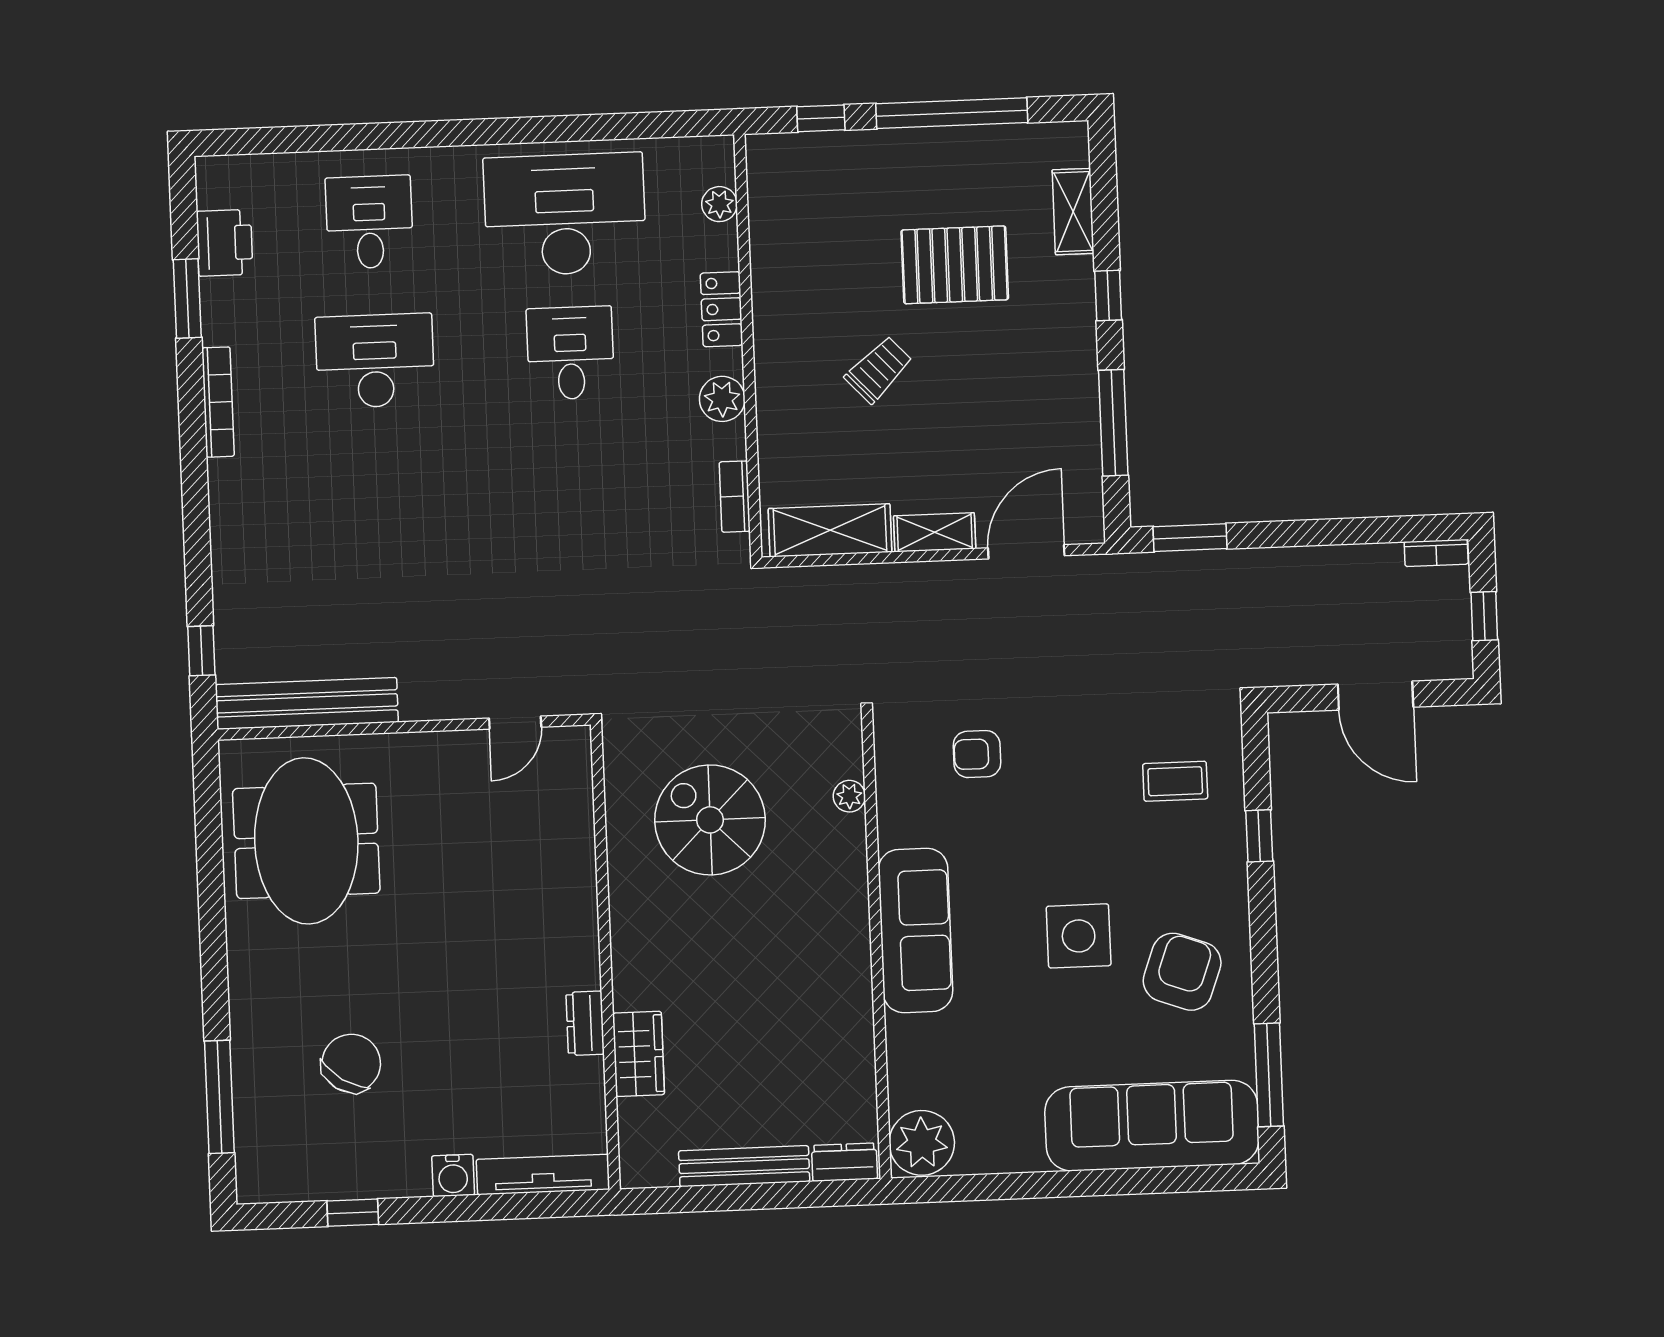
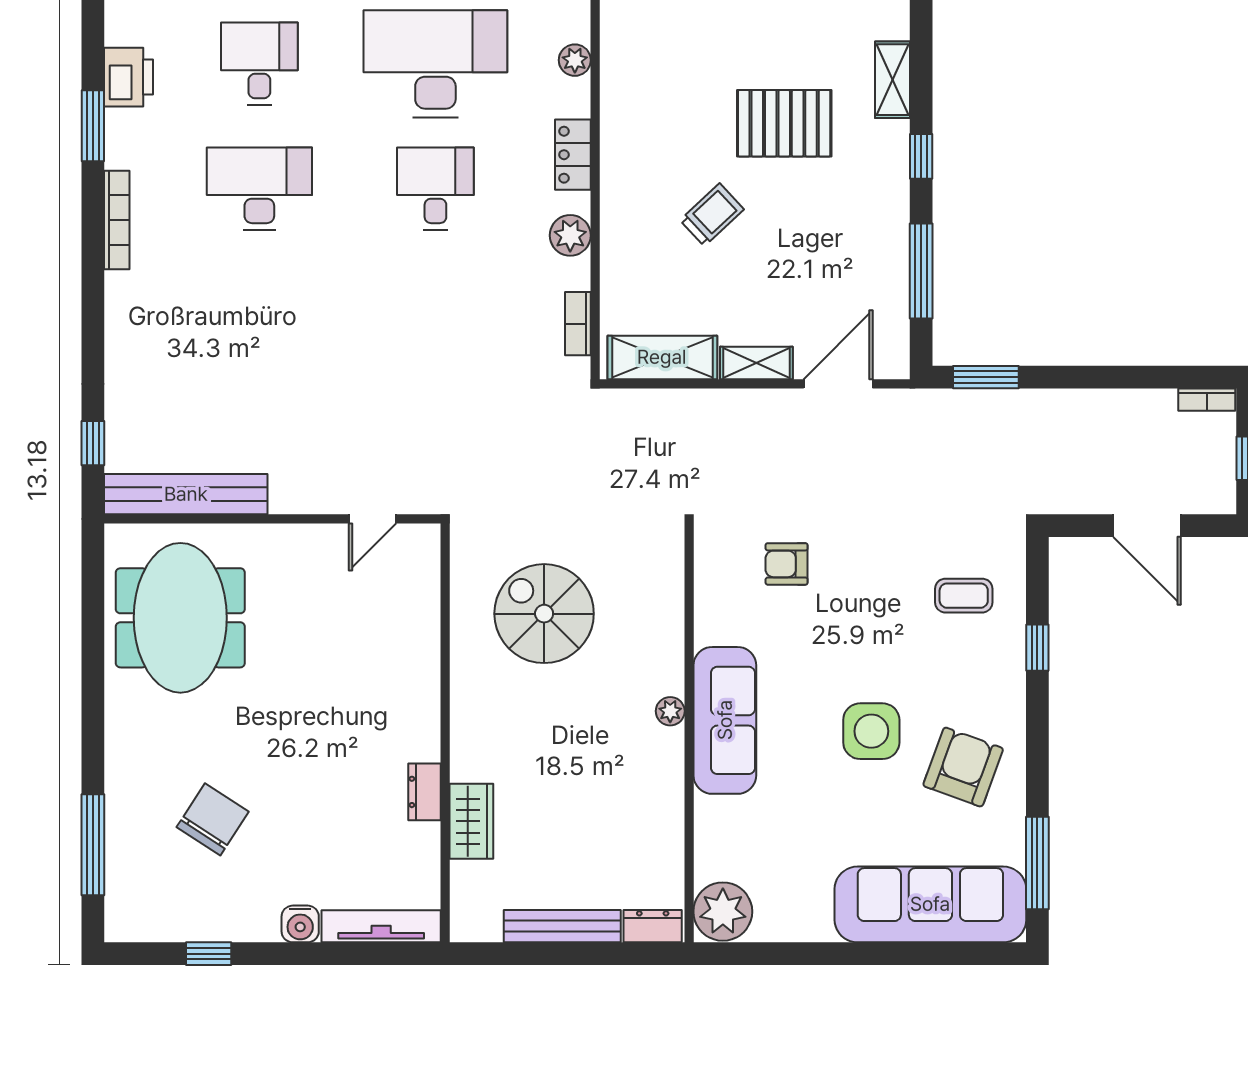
plant: (849, 796) -> (670, 711), moved

